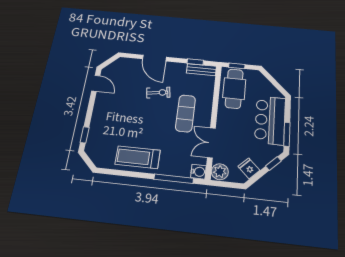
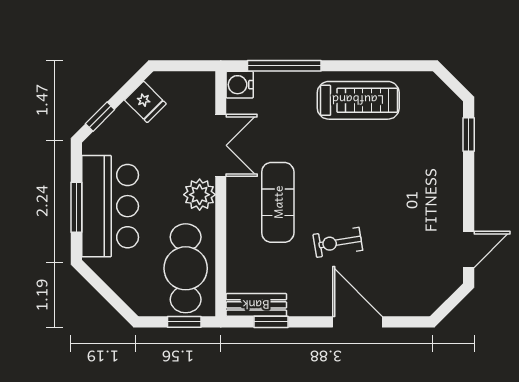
door: (96, 83) -> (469, 249), swing flipped
window: (287, 134) -> (76, 207), moved
plant: (220, 172) -> (200, 195), moved

